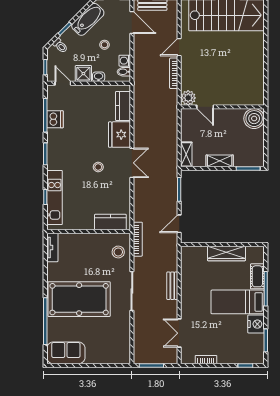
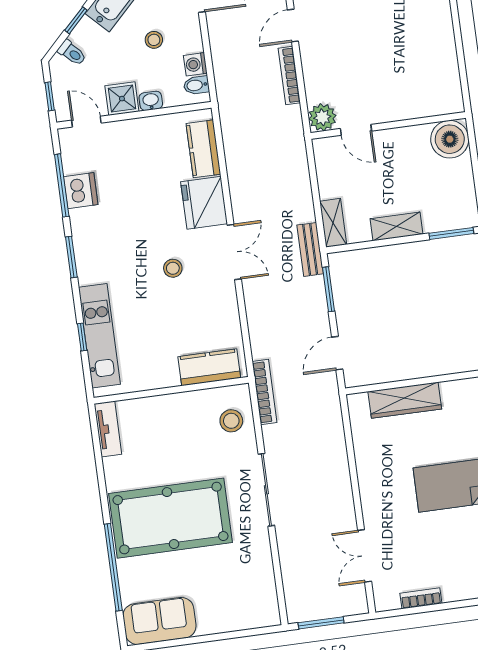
wardrobe: (226, 254) -> (405, 400), moved
bench: (172, 286) -> (310, 249), moved

